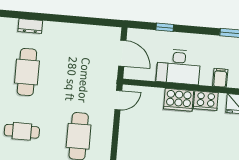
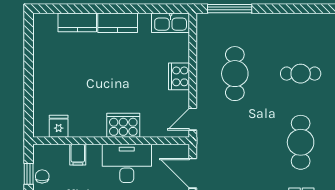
cooker: (206, 101) -> (179, 76), moved, turned -90

